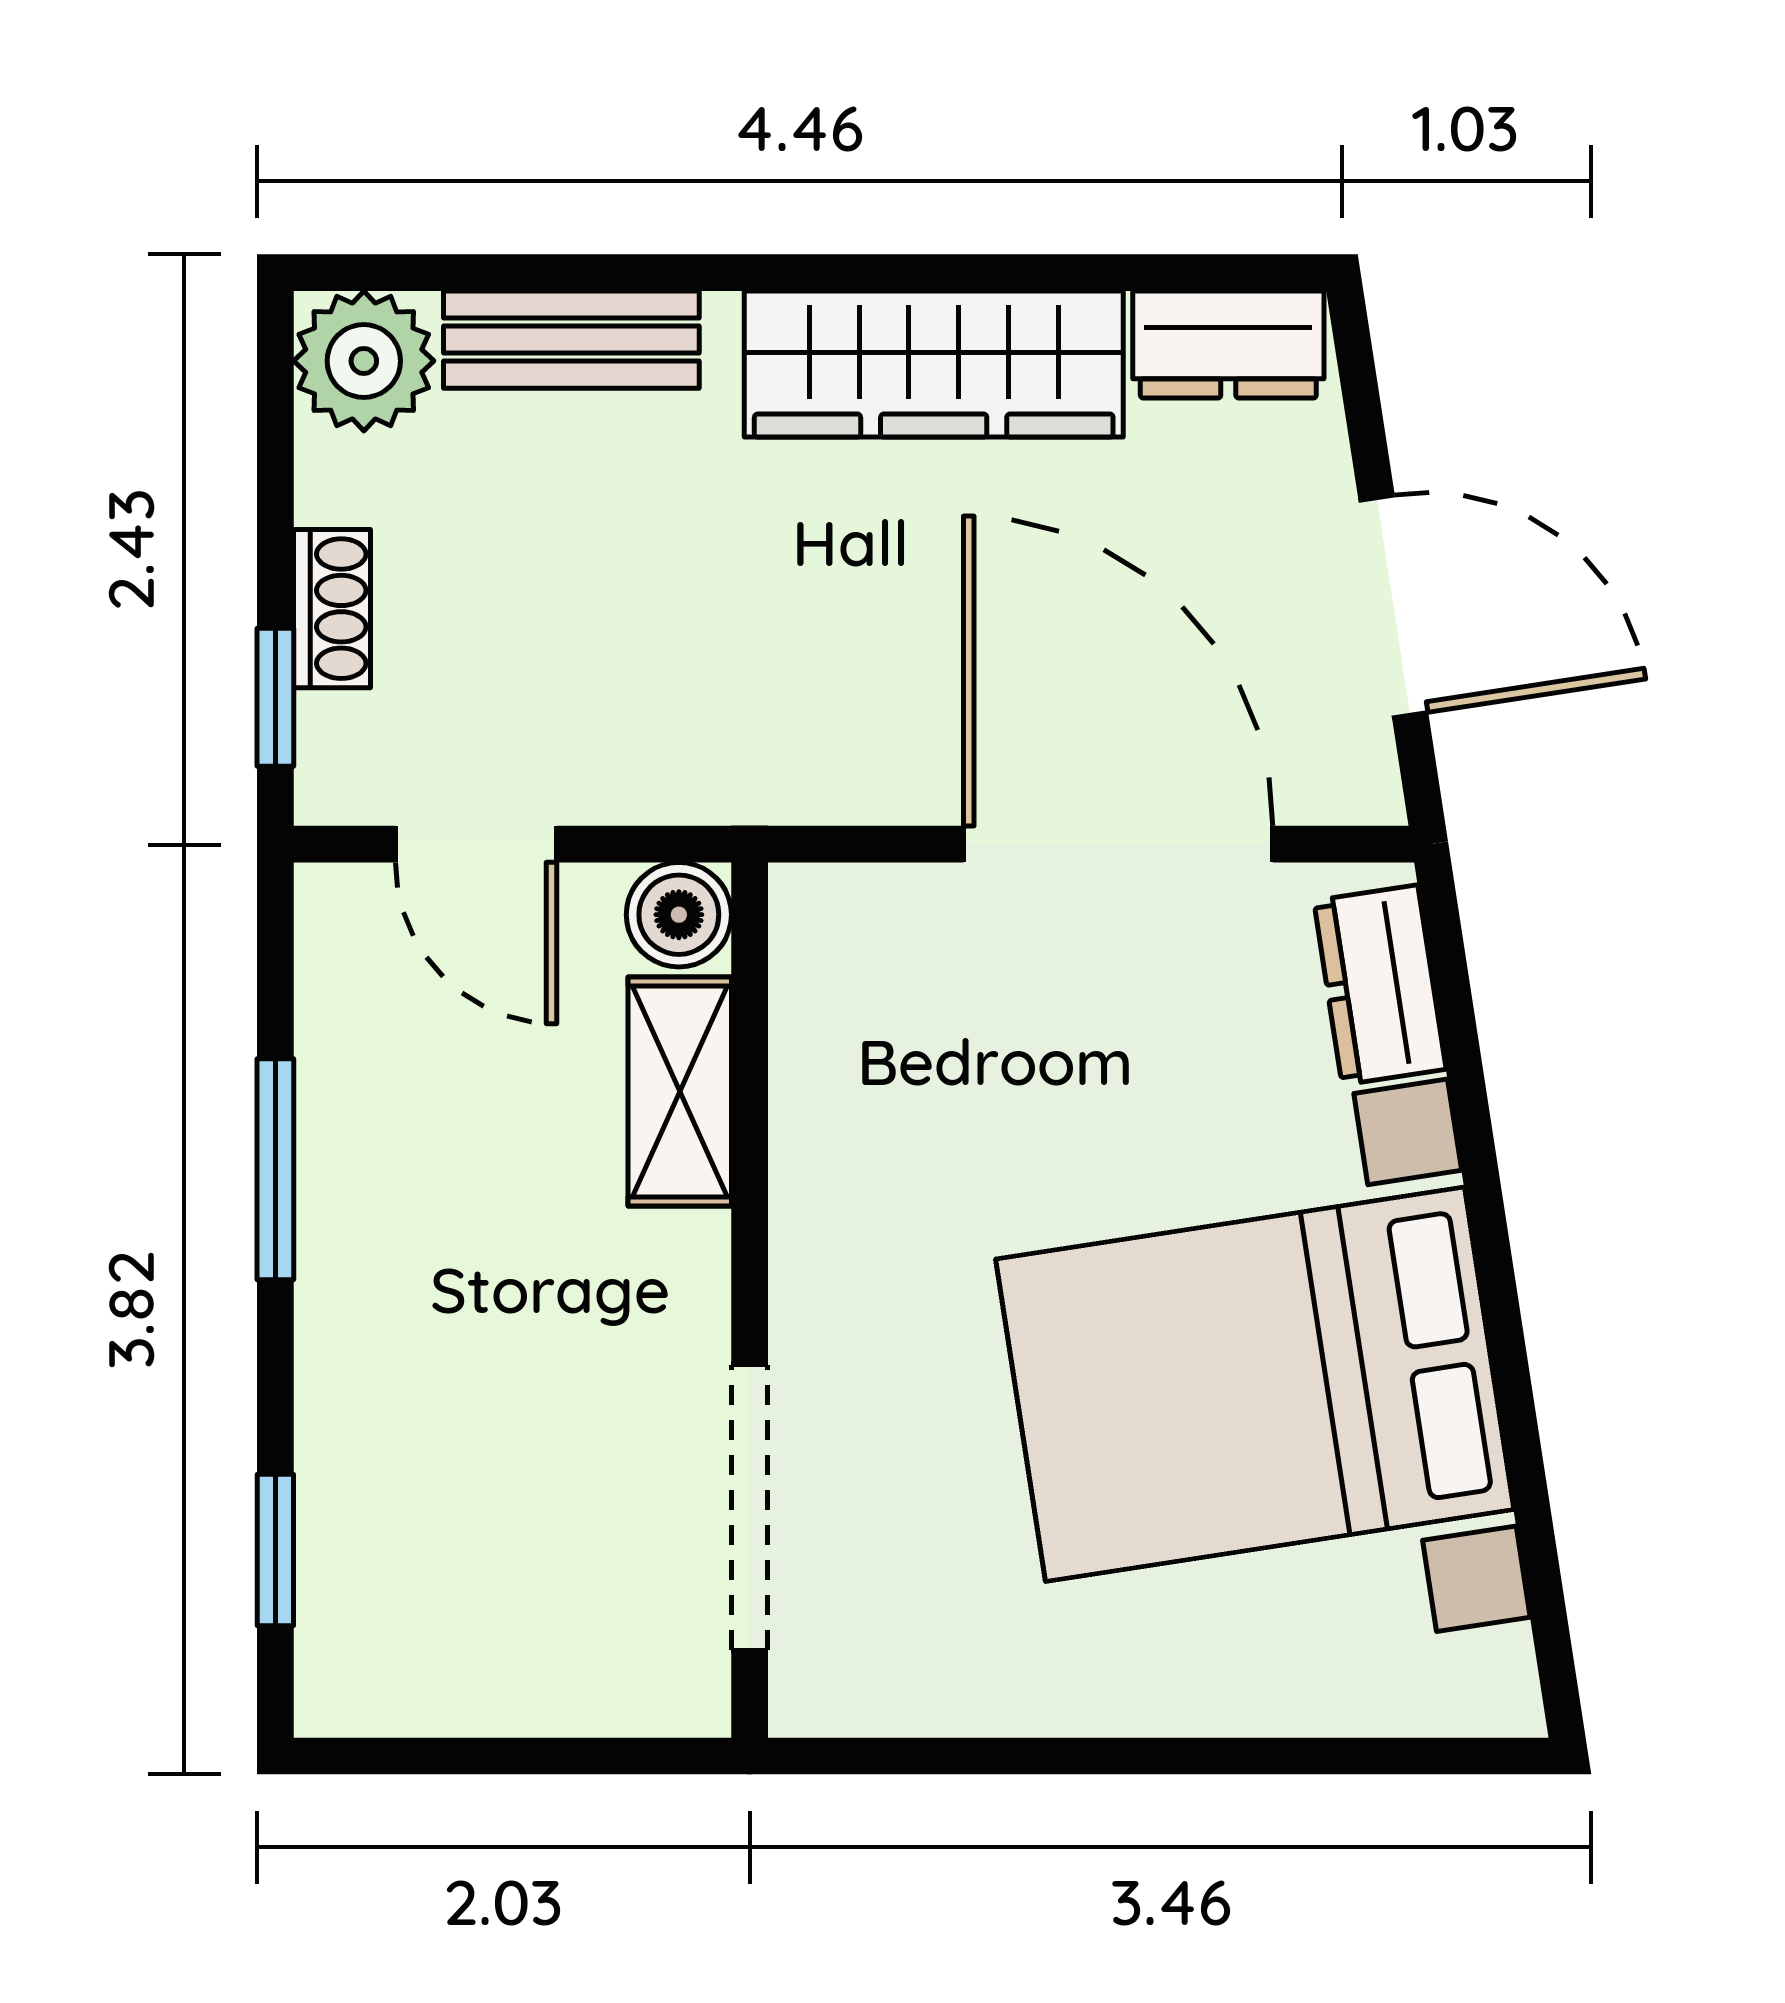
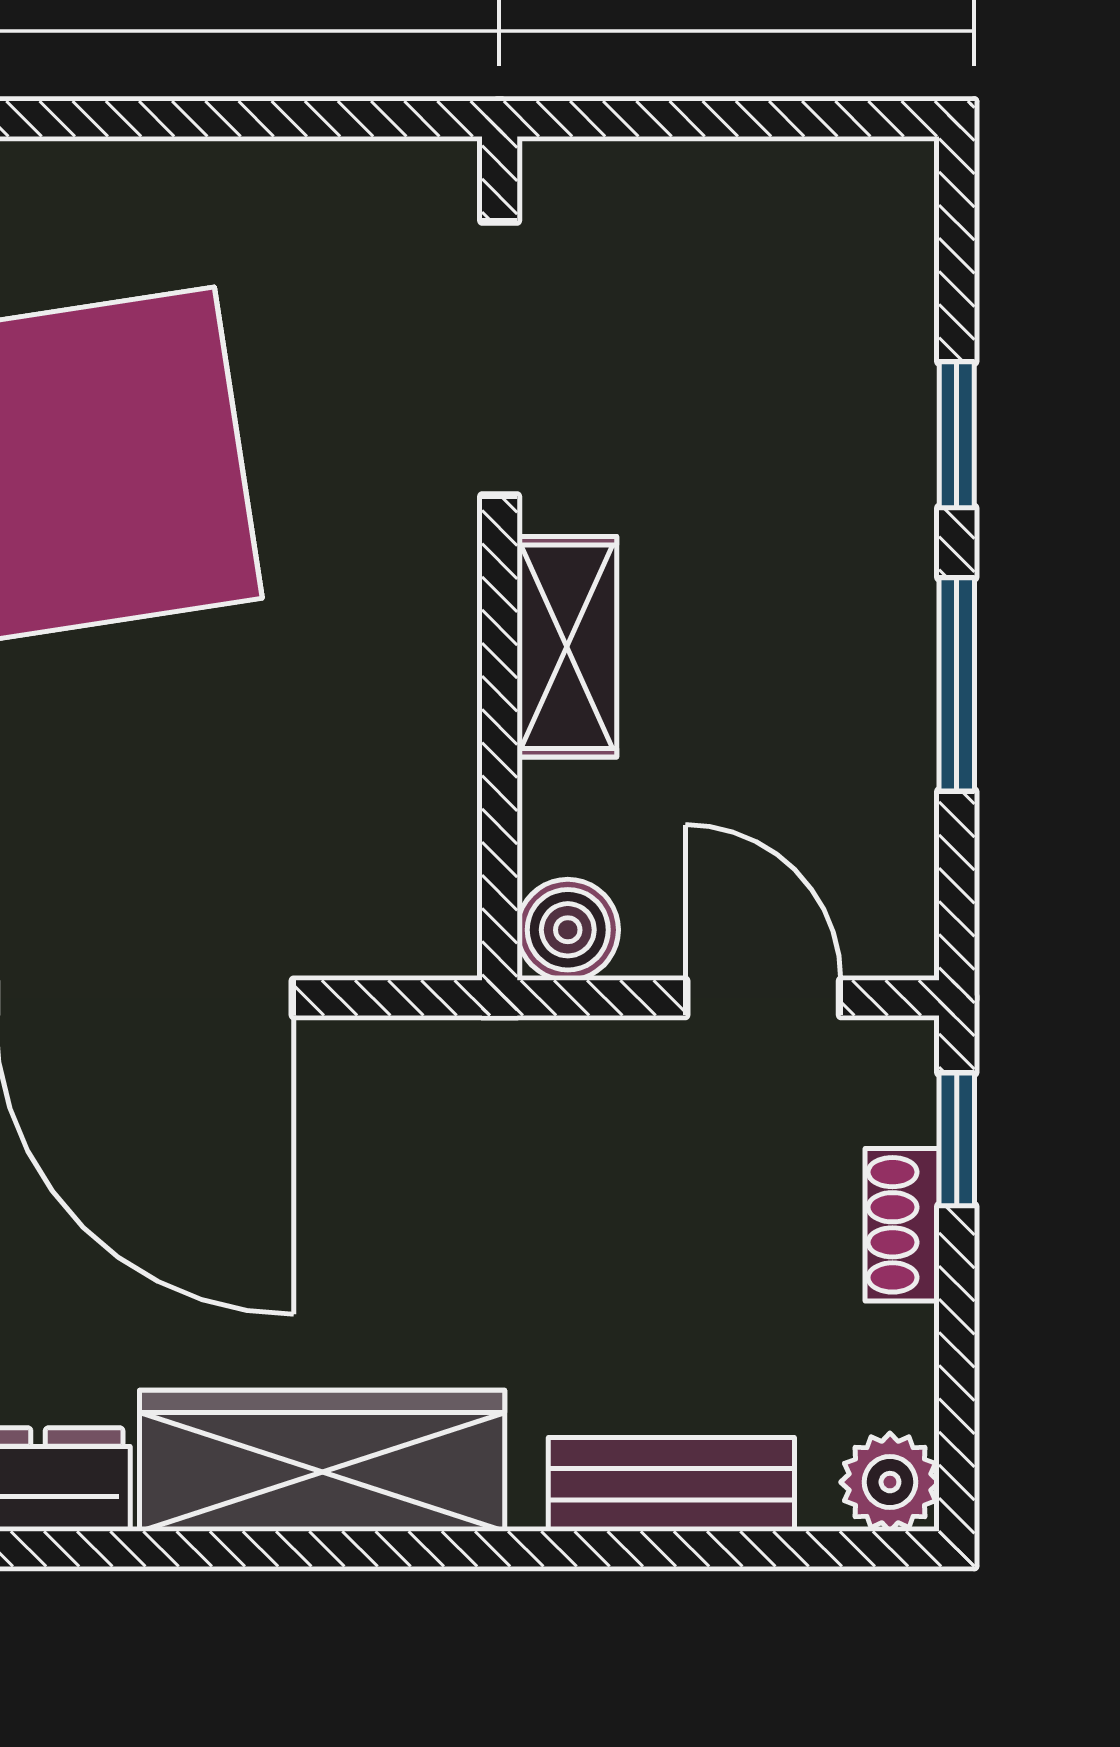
plant: (364, 361) -> (890, 1482), width x0.73, depth x0.73
shelving: (680, 1091) -> (567, 647), moved
window: (275, 1550) -> (957, 435), moved

